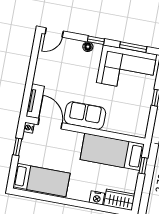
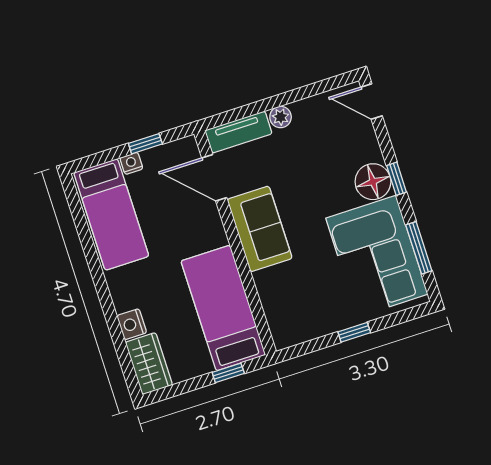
floor lamp: (88, 47) -> (373, 182), width x1.89, depth x1.89
plant: (39, 78) -> (281, 117), added
door: (50, 124) -> (214, 178), swing flipped
nightstand: (29, 128) -> (131, 163), moved

